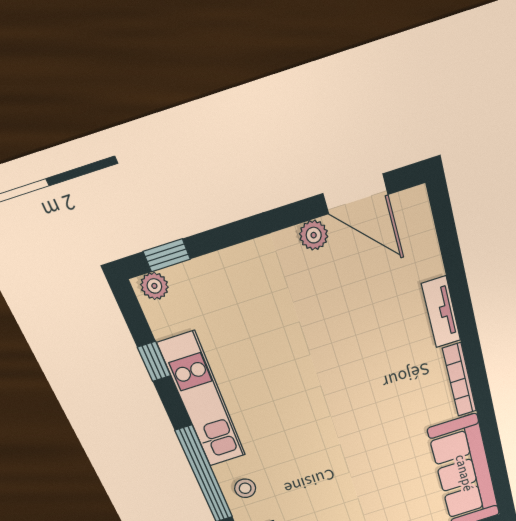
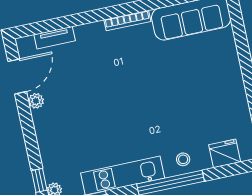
tv unit: (441, 312) -> (55, 38), moved

